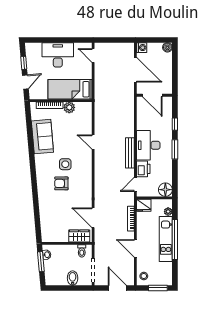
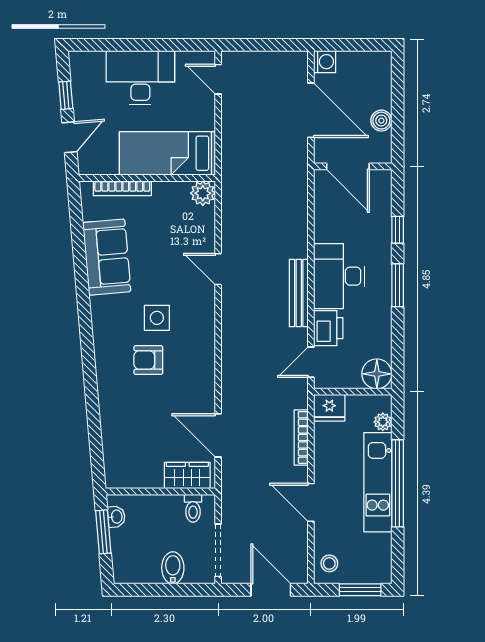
boiler: (167, 47) -> (381, 121), moved
plant: (69, 107) -> (203, 193), moved

